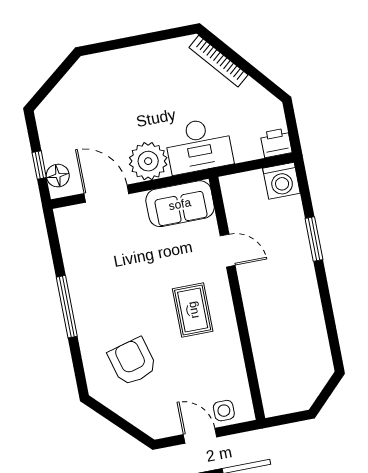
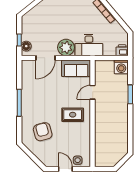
door: (106, 194) -> (45, 58), swing flipped
door: (228, 251) -> (93, 92), swing flipped
rug: (193, 310) -> (73, 115), turned 90

